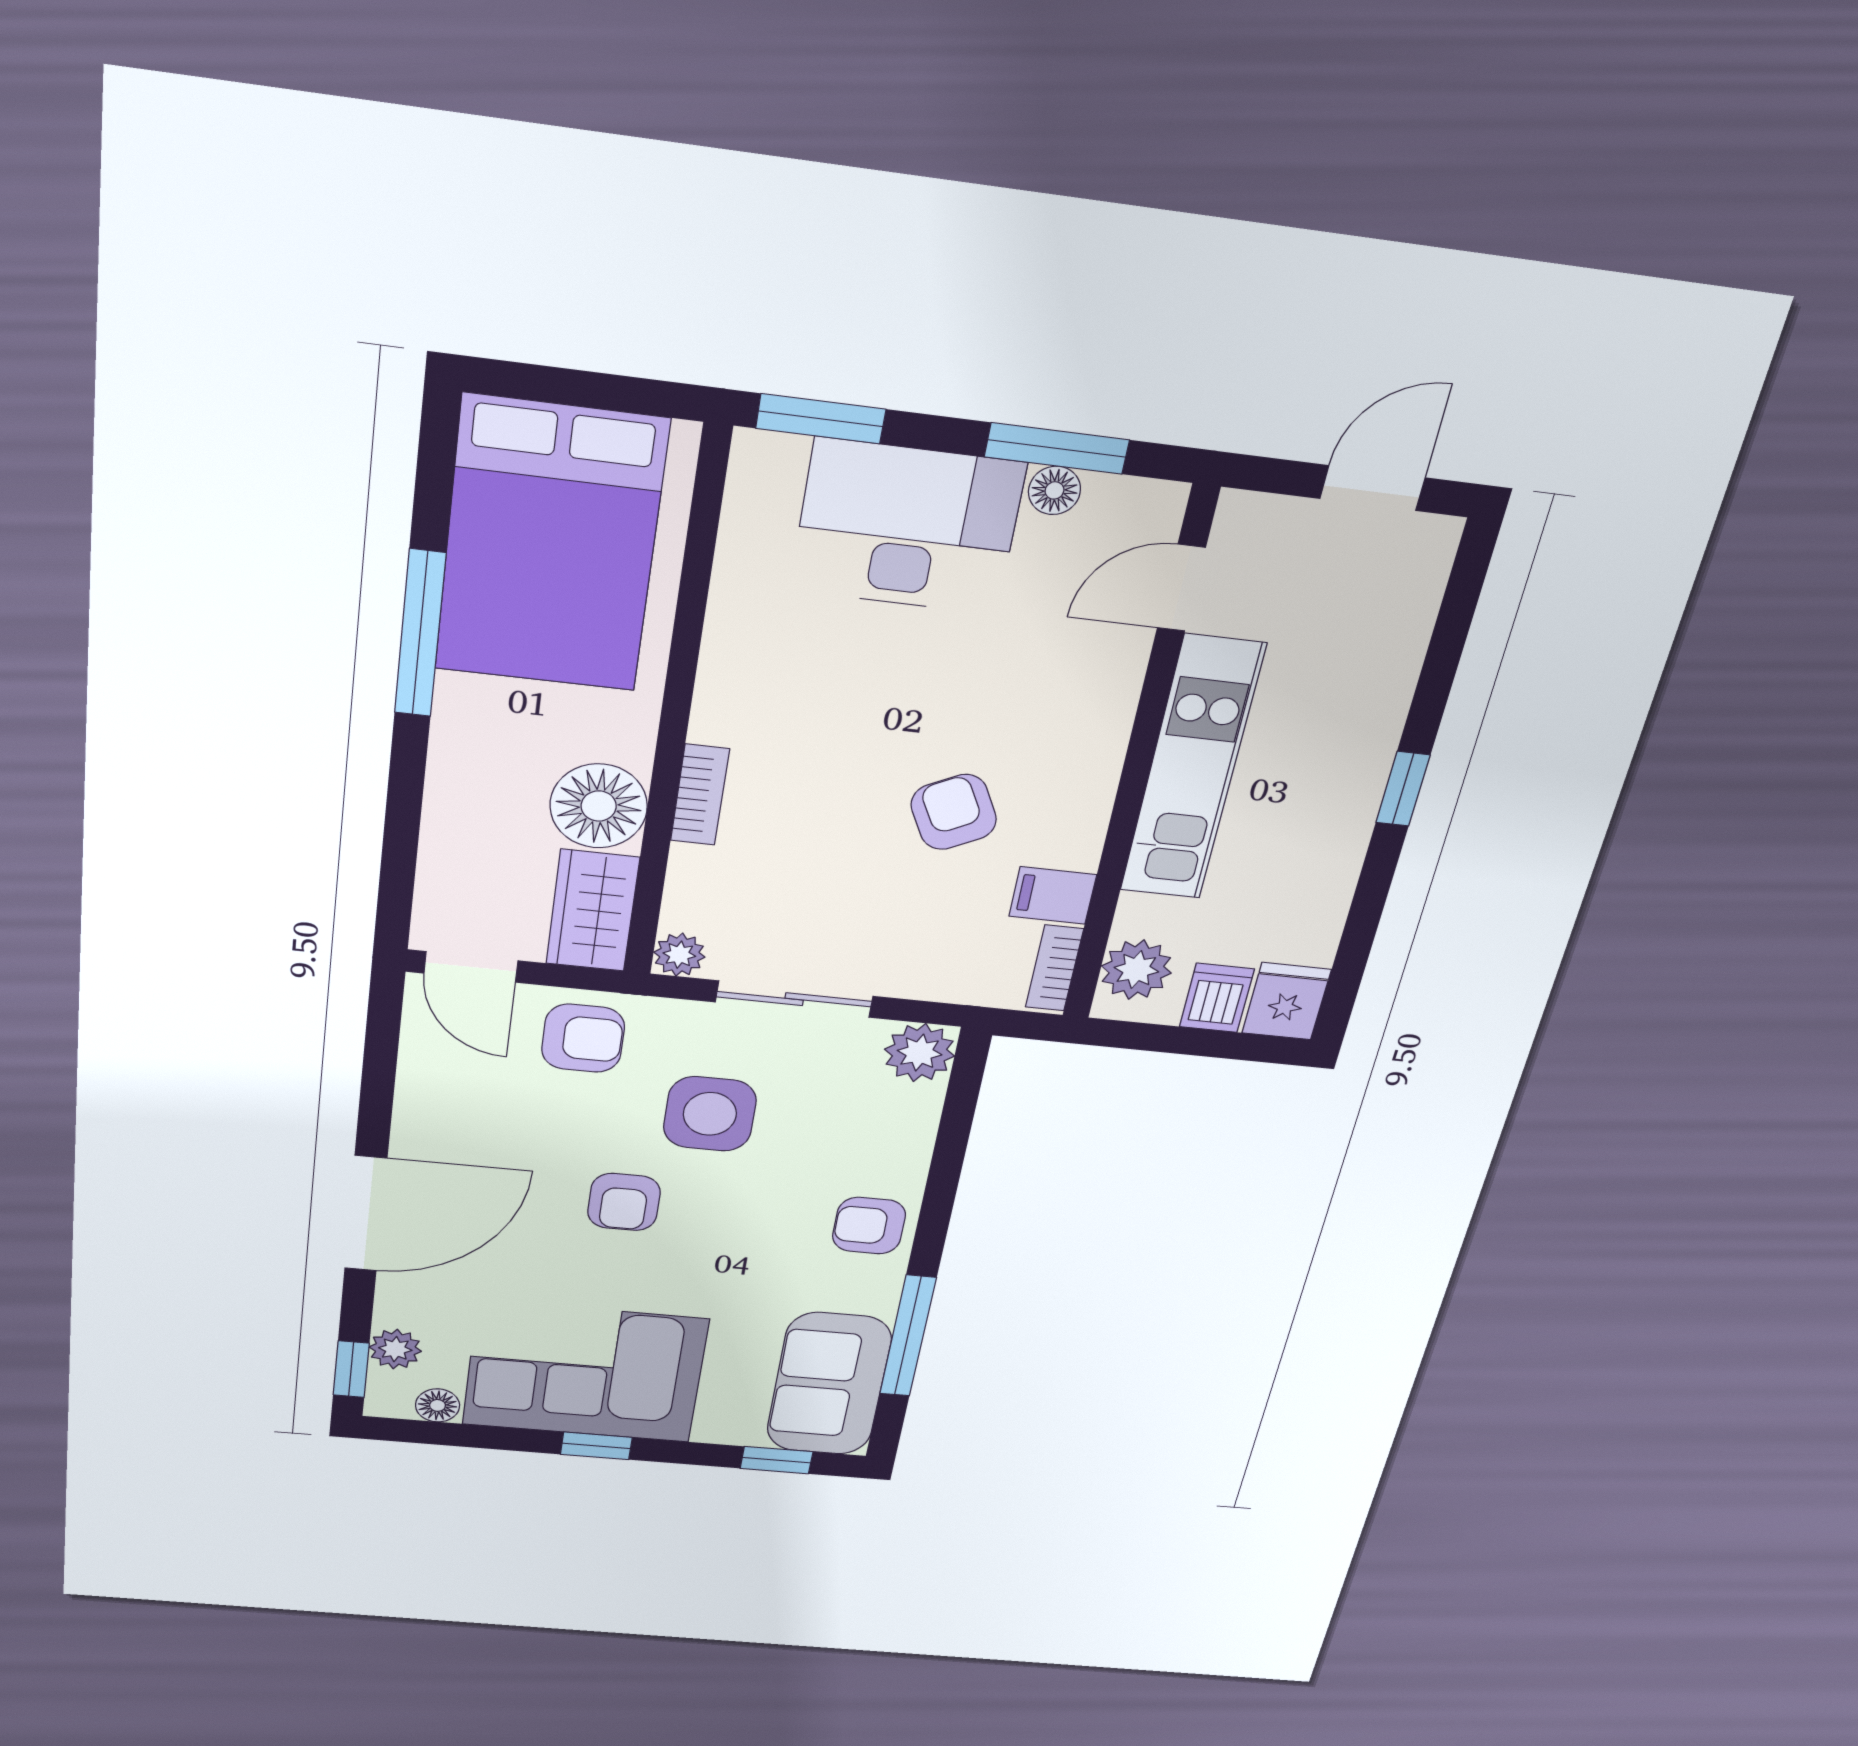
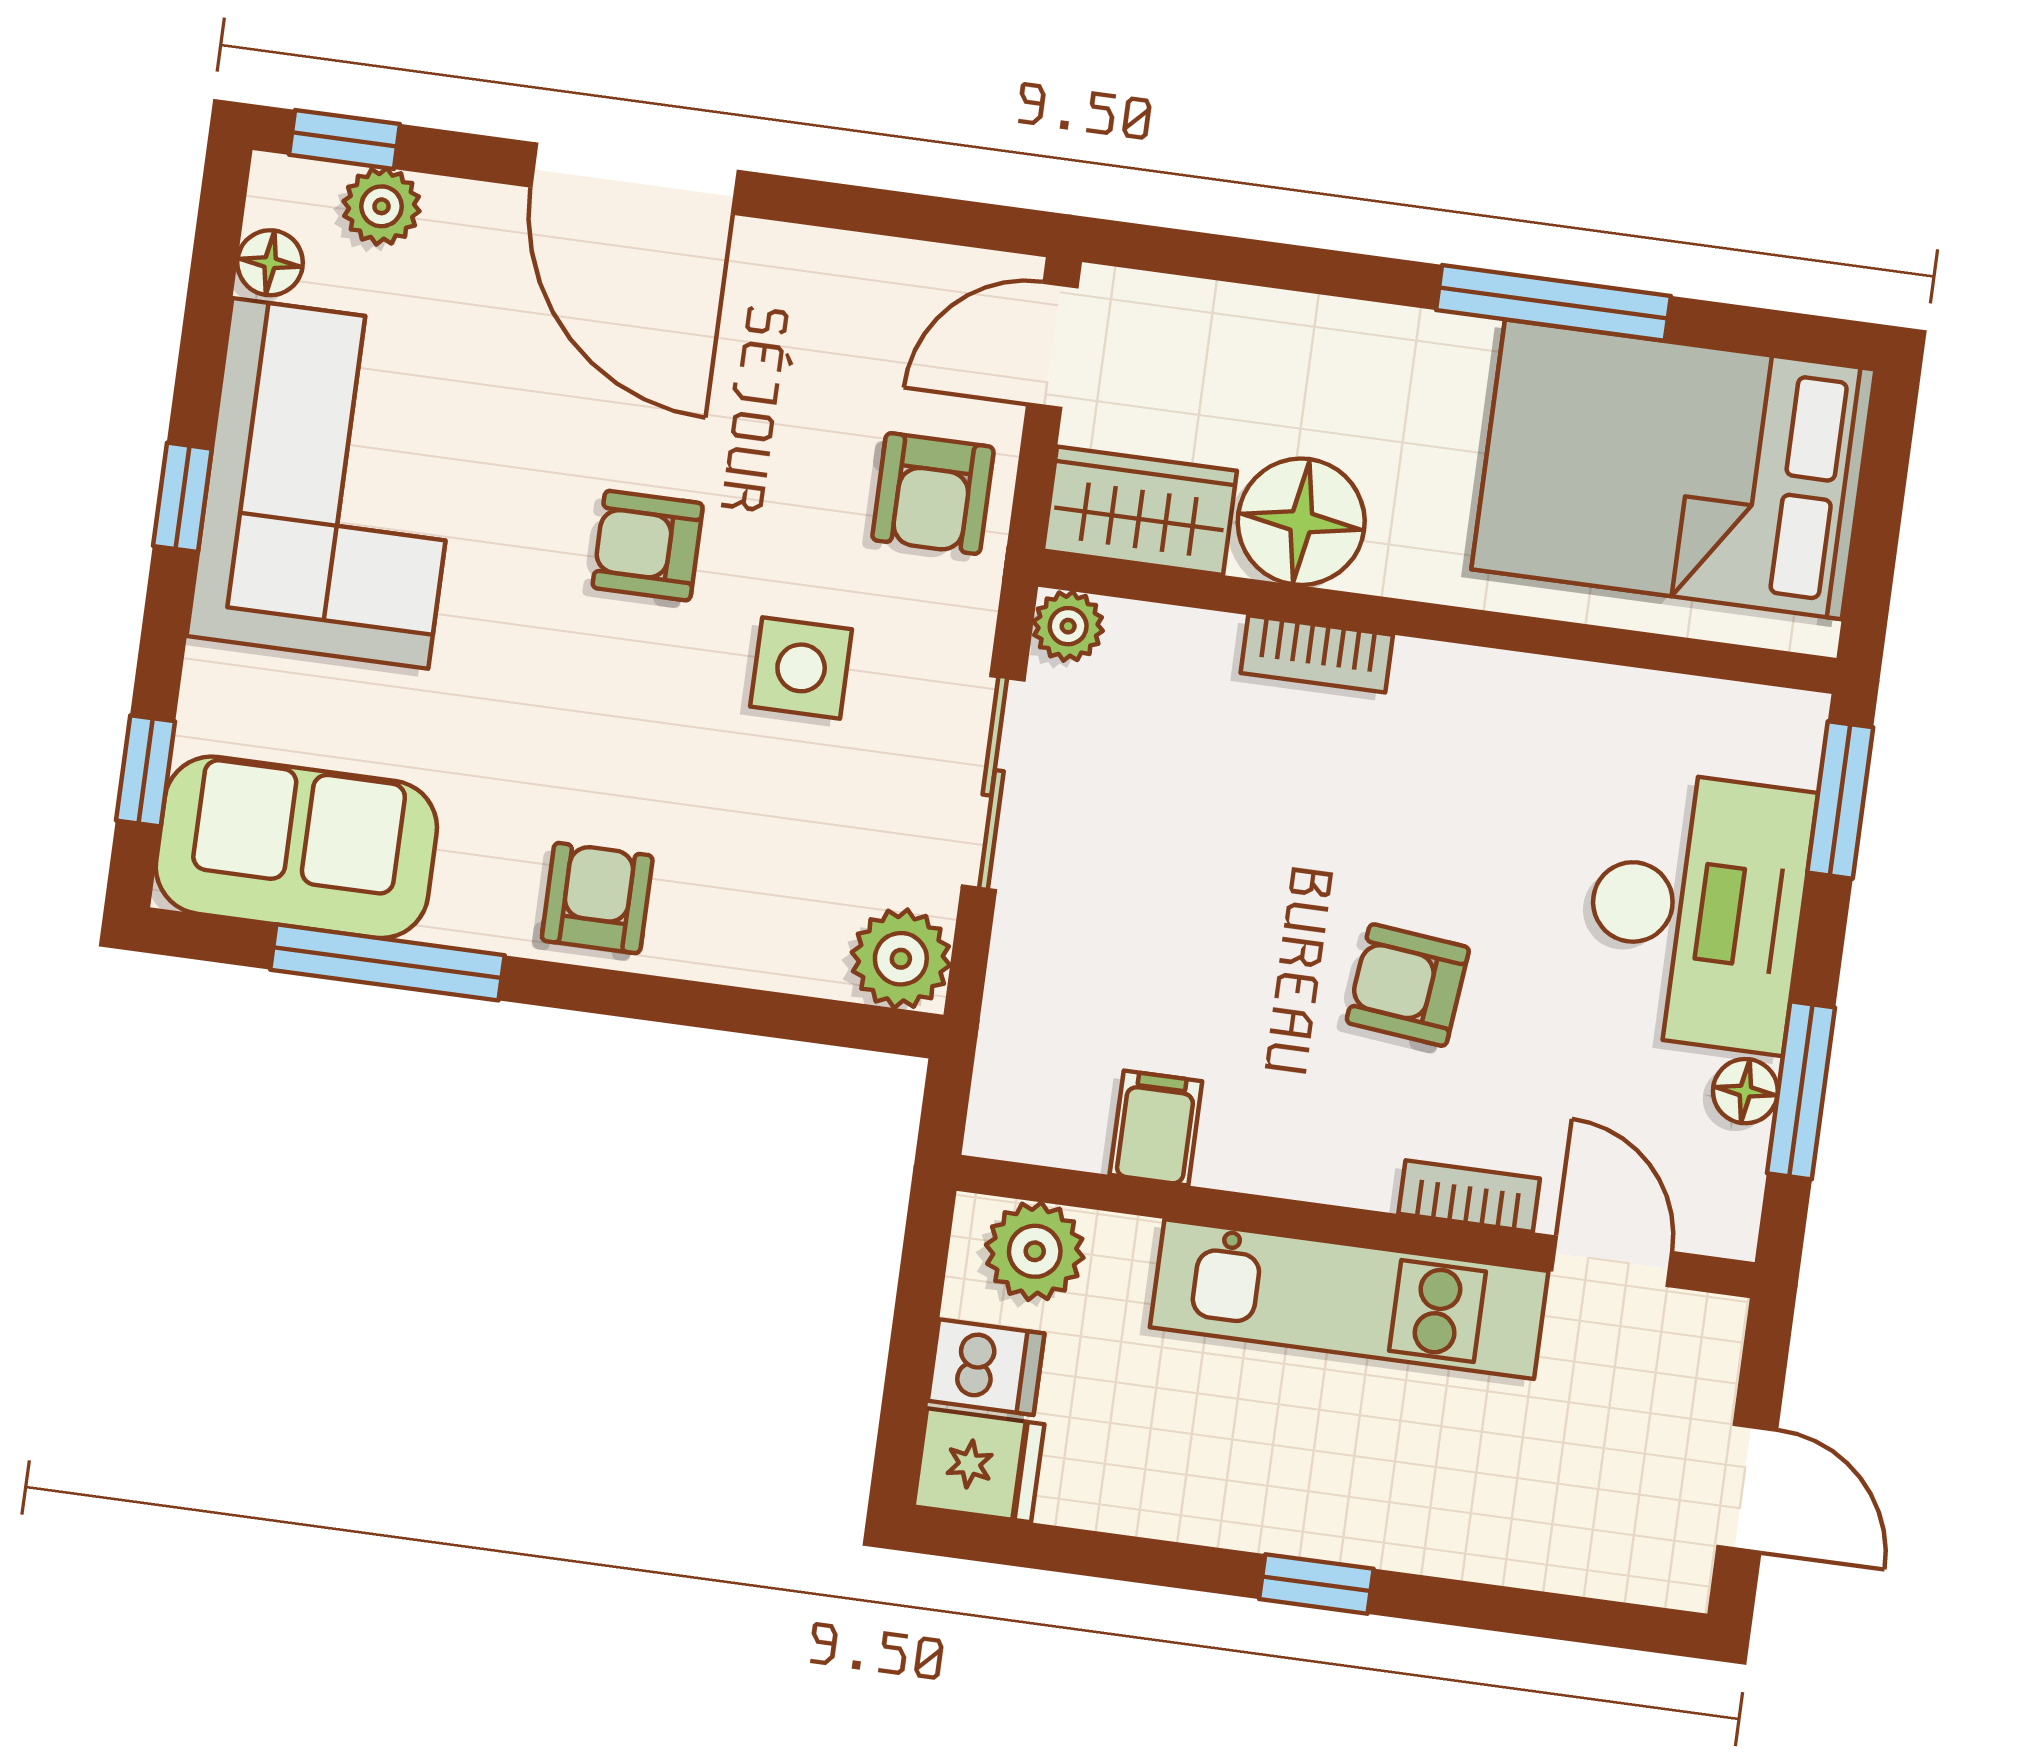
armchair: (954, 812) -> (1408, 985), moved, turned -147
bookcase: (1054, 968) -> (1469, 1196), moved
side table: (710, 1114) -> (801, 668), width x0.73, depth x0.73

